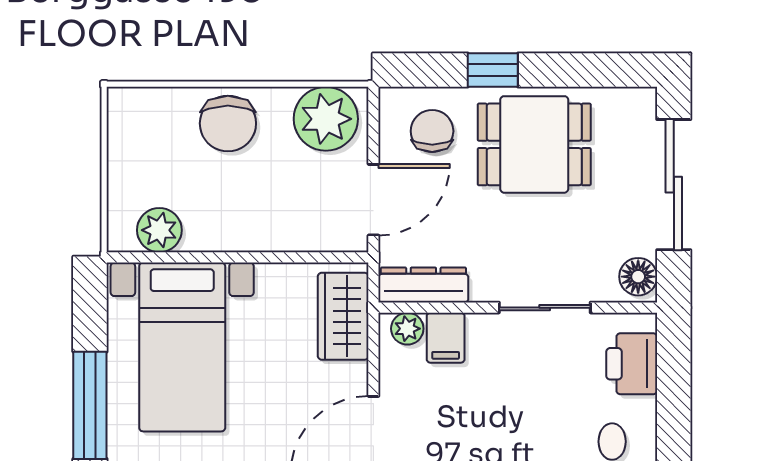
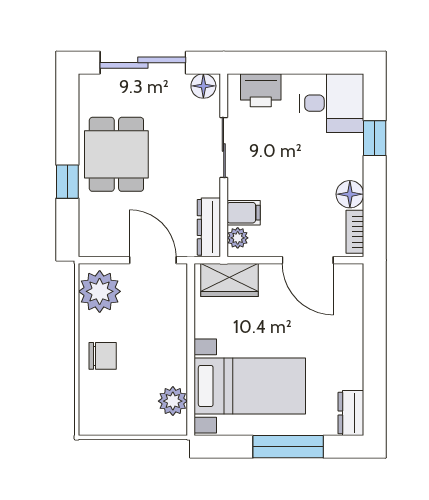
chair: (228, 123) -> (103, 356), width x0.73, depth x0.73
chair: (432, 131) -> (108, 222), removed

